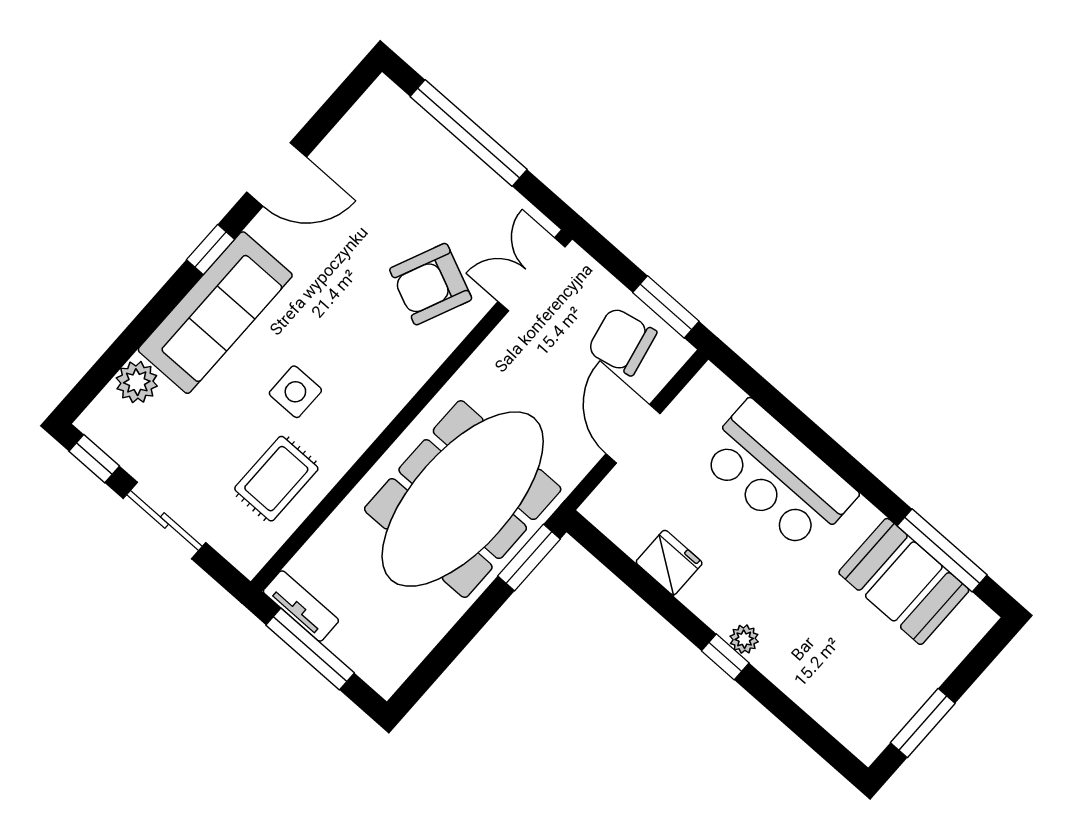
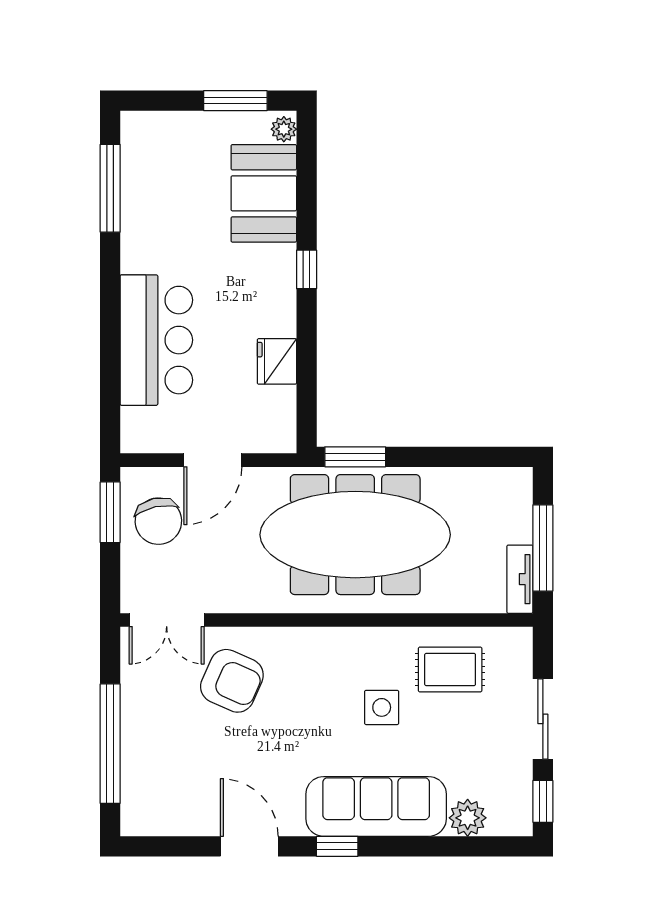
booth: (904, 581) -> (264, 193), moved
plant: (744, 639) -> (284, 129), moved

